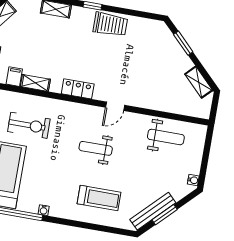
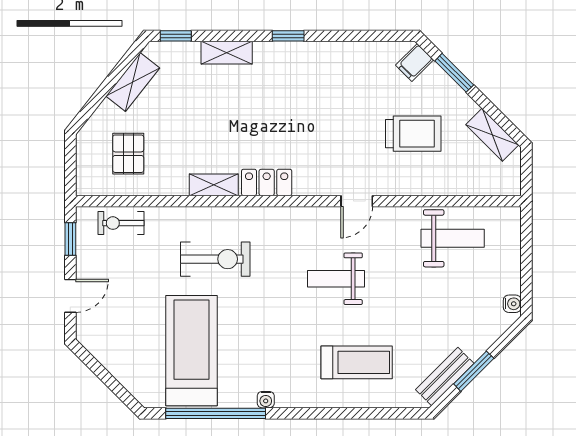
trolley: (110, 24) -> (413, 134), moved
filing cabinet: (14, 77) -> (415, 62), moved, turned -135
locker: (78, 89) -> (267, 182), moved
bench: (153, 211) -> (445, 377), width x0.73

